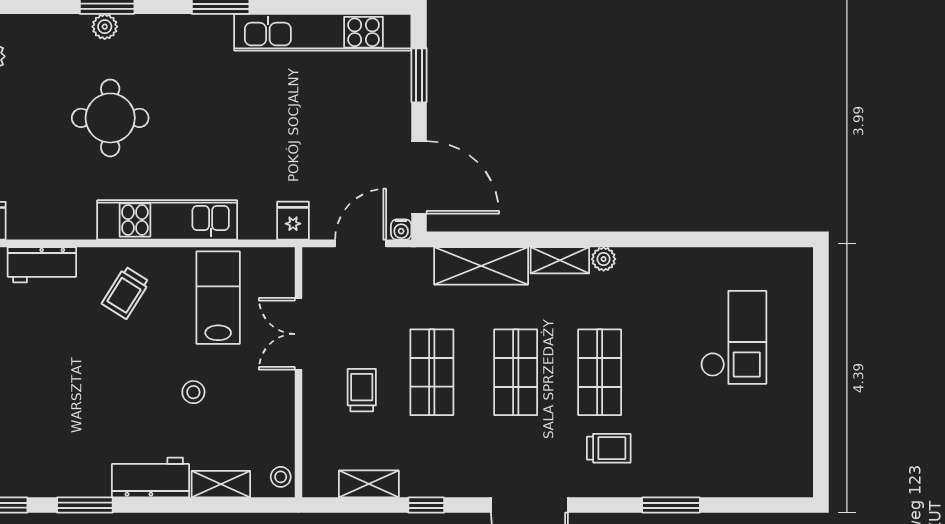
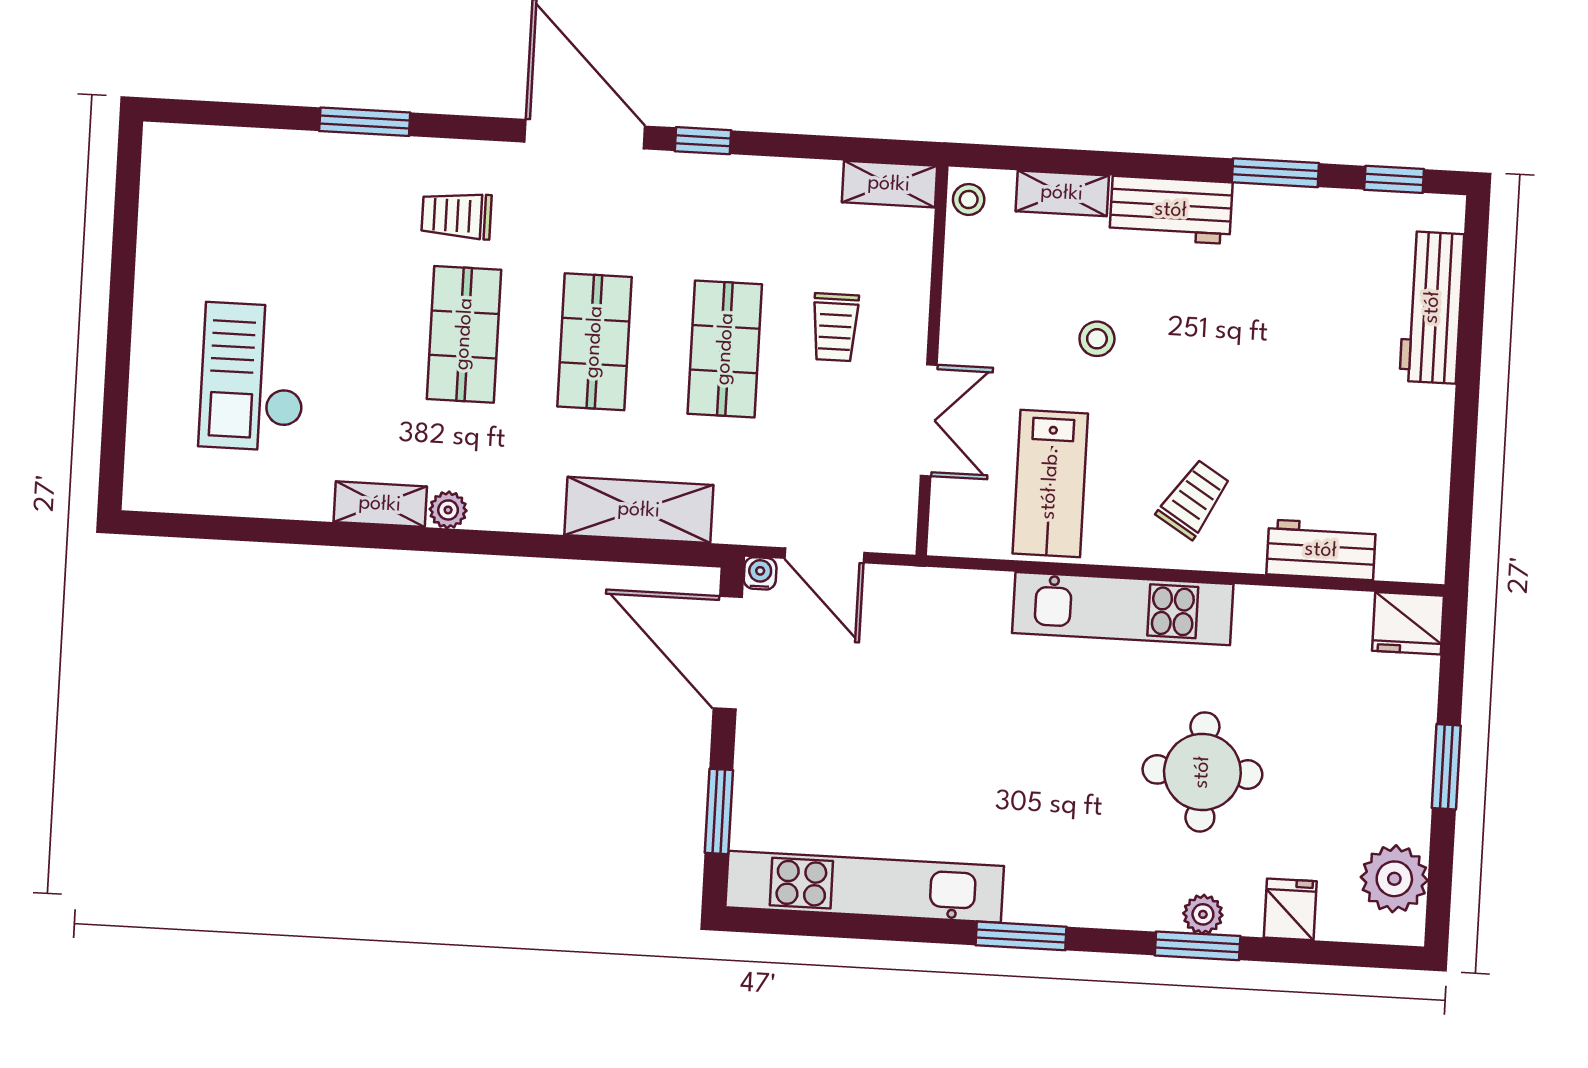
fridge: (293, 221) -> (1290, 909), moved, turned 180
door: (361, 243) -> (824, 555), hinge flipped
shelving: (560, 260) -> (380, 504), moved
shelving: (369, 484) -> (889, 184), moved
window: (426, 505) -> (703, 141), moved

